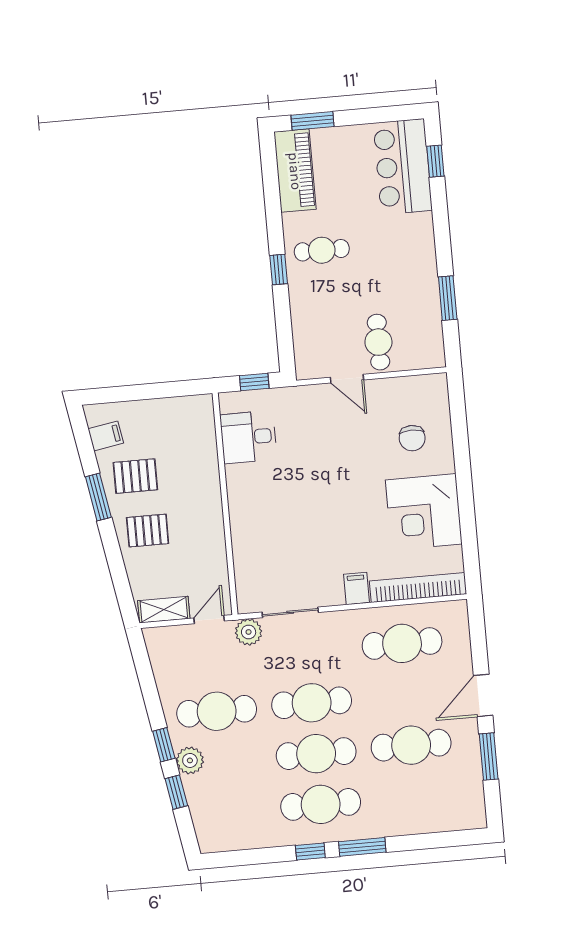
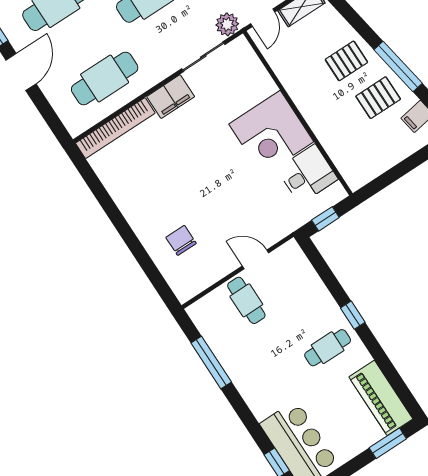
window: (448, 298) -> (211, 363), width x1.44
window: (98, 497) -> (398, 66), width x1.44
corner desk: (424, 512) -> (271, 133), moved, turned 180
filing cabinet: (356, 588) -> (171, 97), width x2.00

